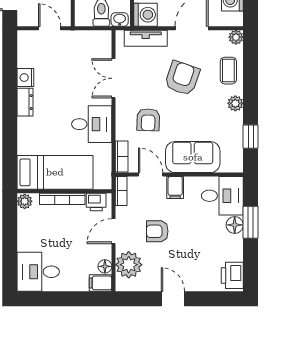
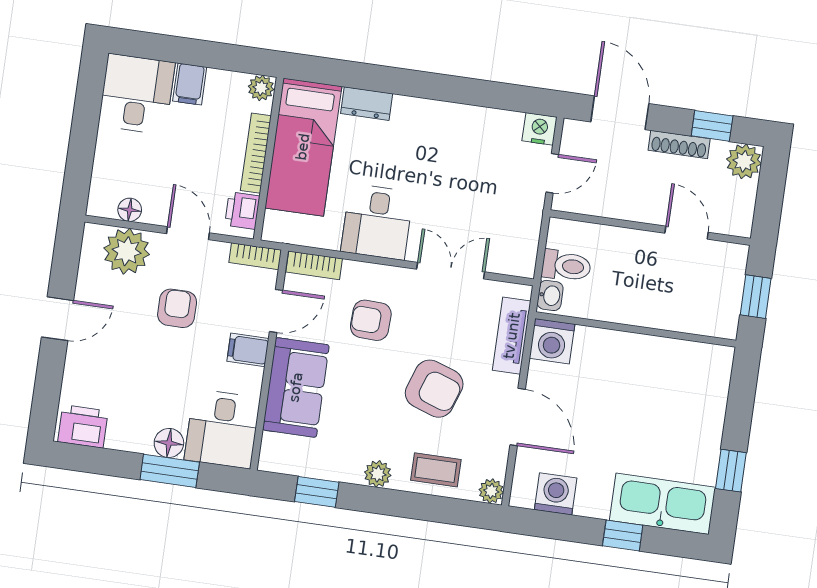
nightstand: (25, 78) -> (540, 129), moved
dresser: (25, 102) -> (367, 104), moved
filing cabinet: (100, 283) -> (190, 84), moved, turned 180

